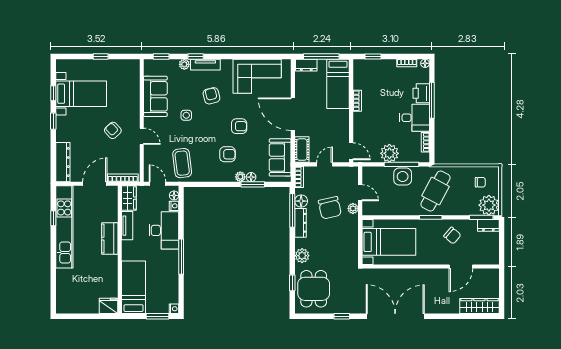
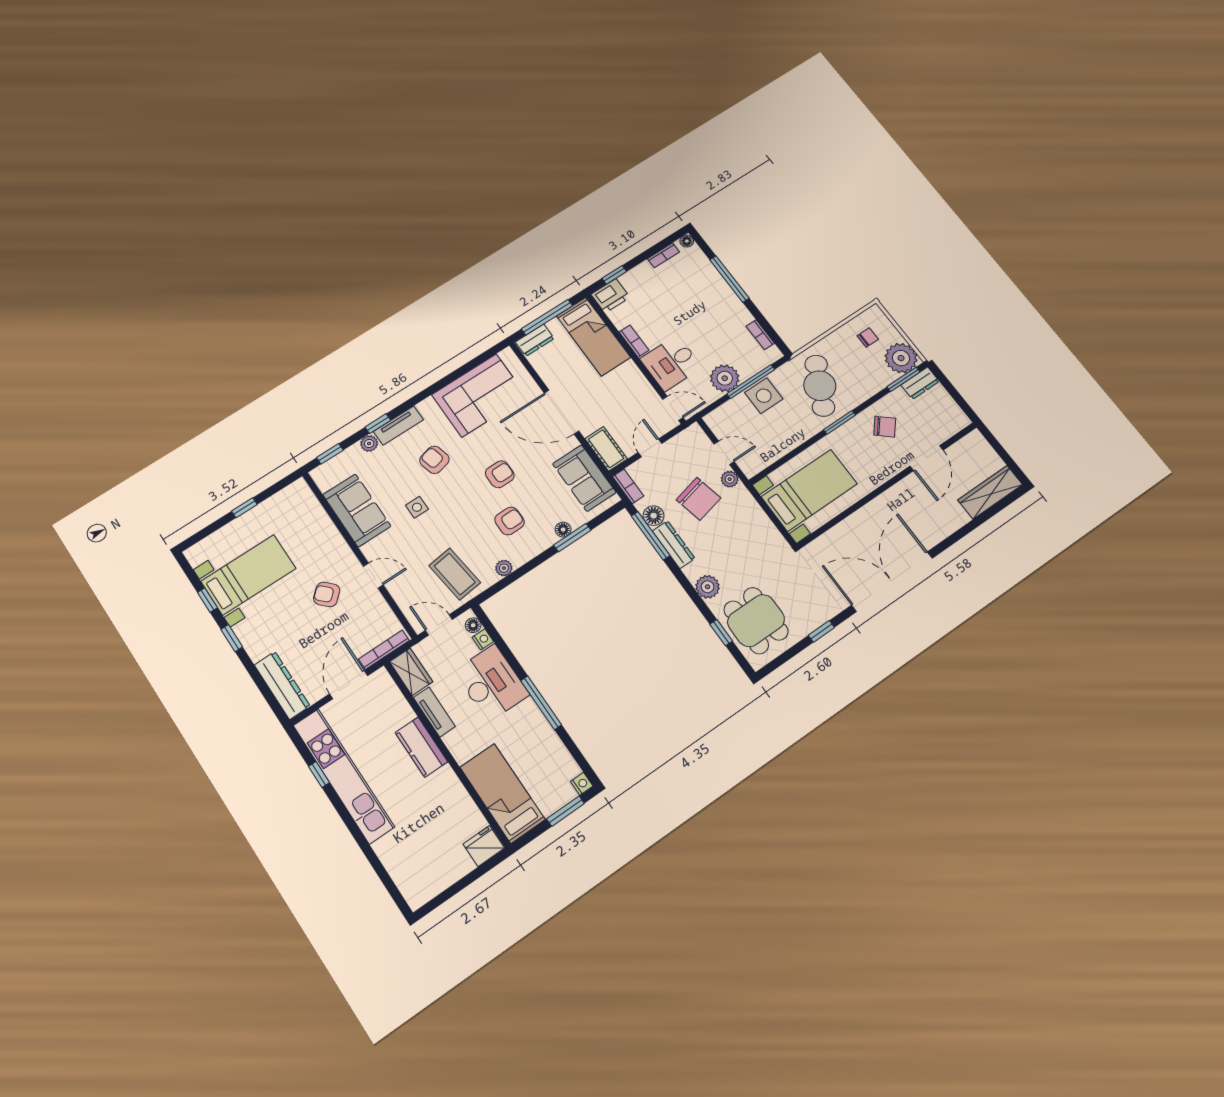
printer: (421, 93) -> (610, 296), moved, turned -90
desk: (415, 118) -> (671, 363), moved, turned 180
plant: (240, 177) -> (504, 568), moved

